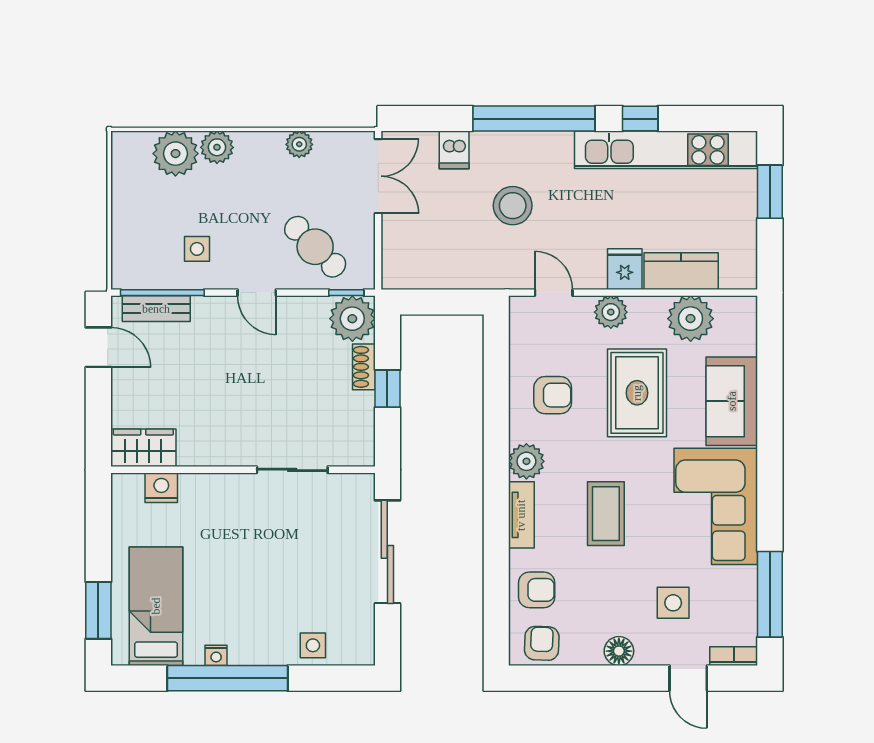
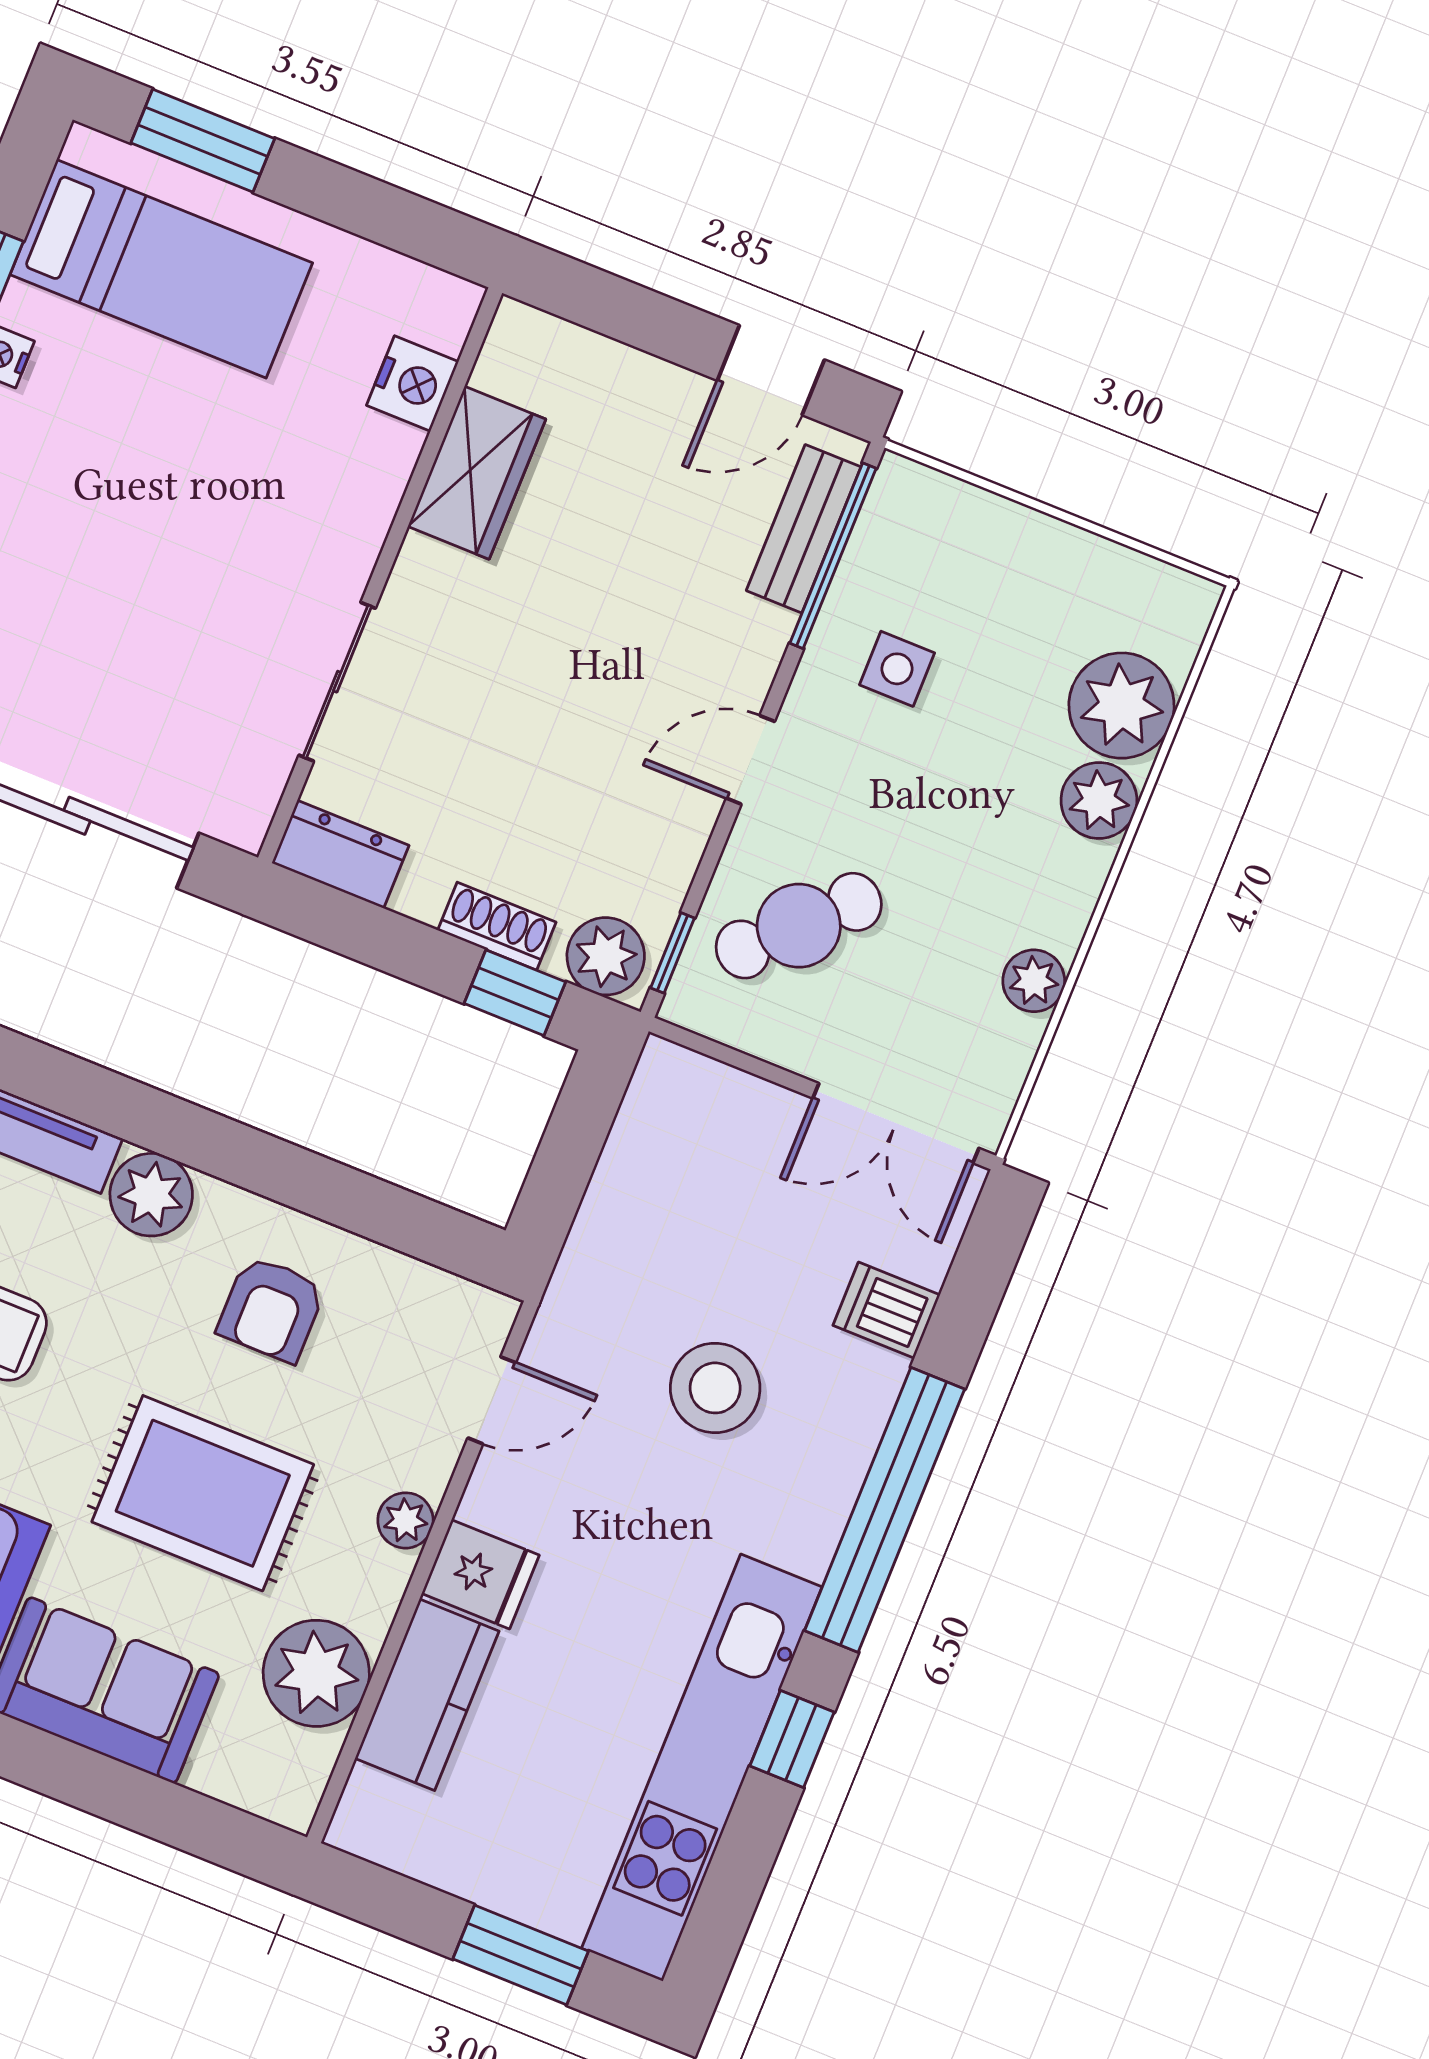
plant: (611, 312) -> (405, 1520), width x0.73, depth x0.73
plant: (352, 319) -> (606, 956), width x0.73, depth x0.73
window: (387, 389) -> (515, 993), moved
dresser: (360, 441) -> (340, 854), added
wardrobe: (143, 448) -> (477, 473), moved

